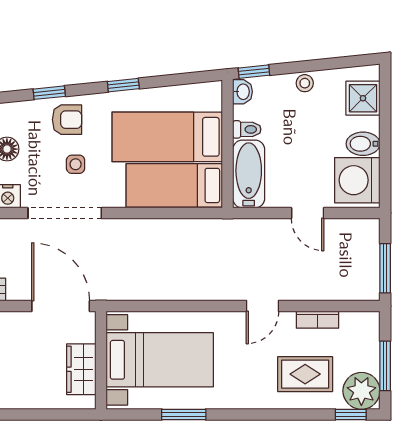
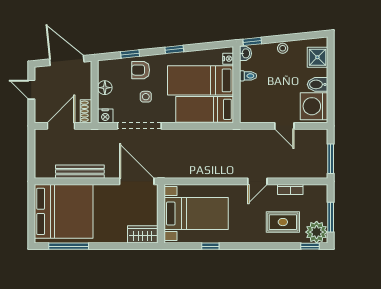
nightstand: (214, 101) -> (228, 59), added
armchair: (67, 120) -> (141, 70), turned 180
bathtub: (249, 174) -> (249, 103), removed
wardrobe: (81, 369) -> (143, 234), moved, turned 90
window: (184, 415) -> (210, 246), width x0.67

